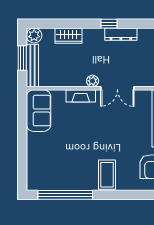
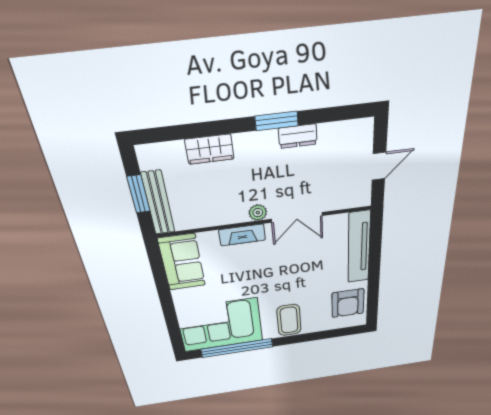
window: (109, 24) -> (277, 121), width x1.50
dresser: (121, 34) -> (298, 136), width x0.70
plant: (34, 35) -> (150, 156), removed
corner sofa: (56, 170) -> (220, 325), added

